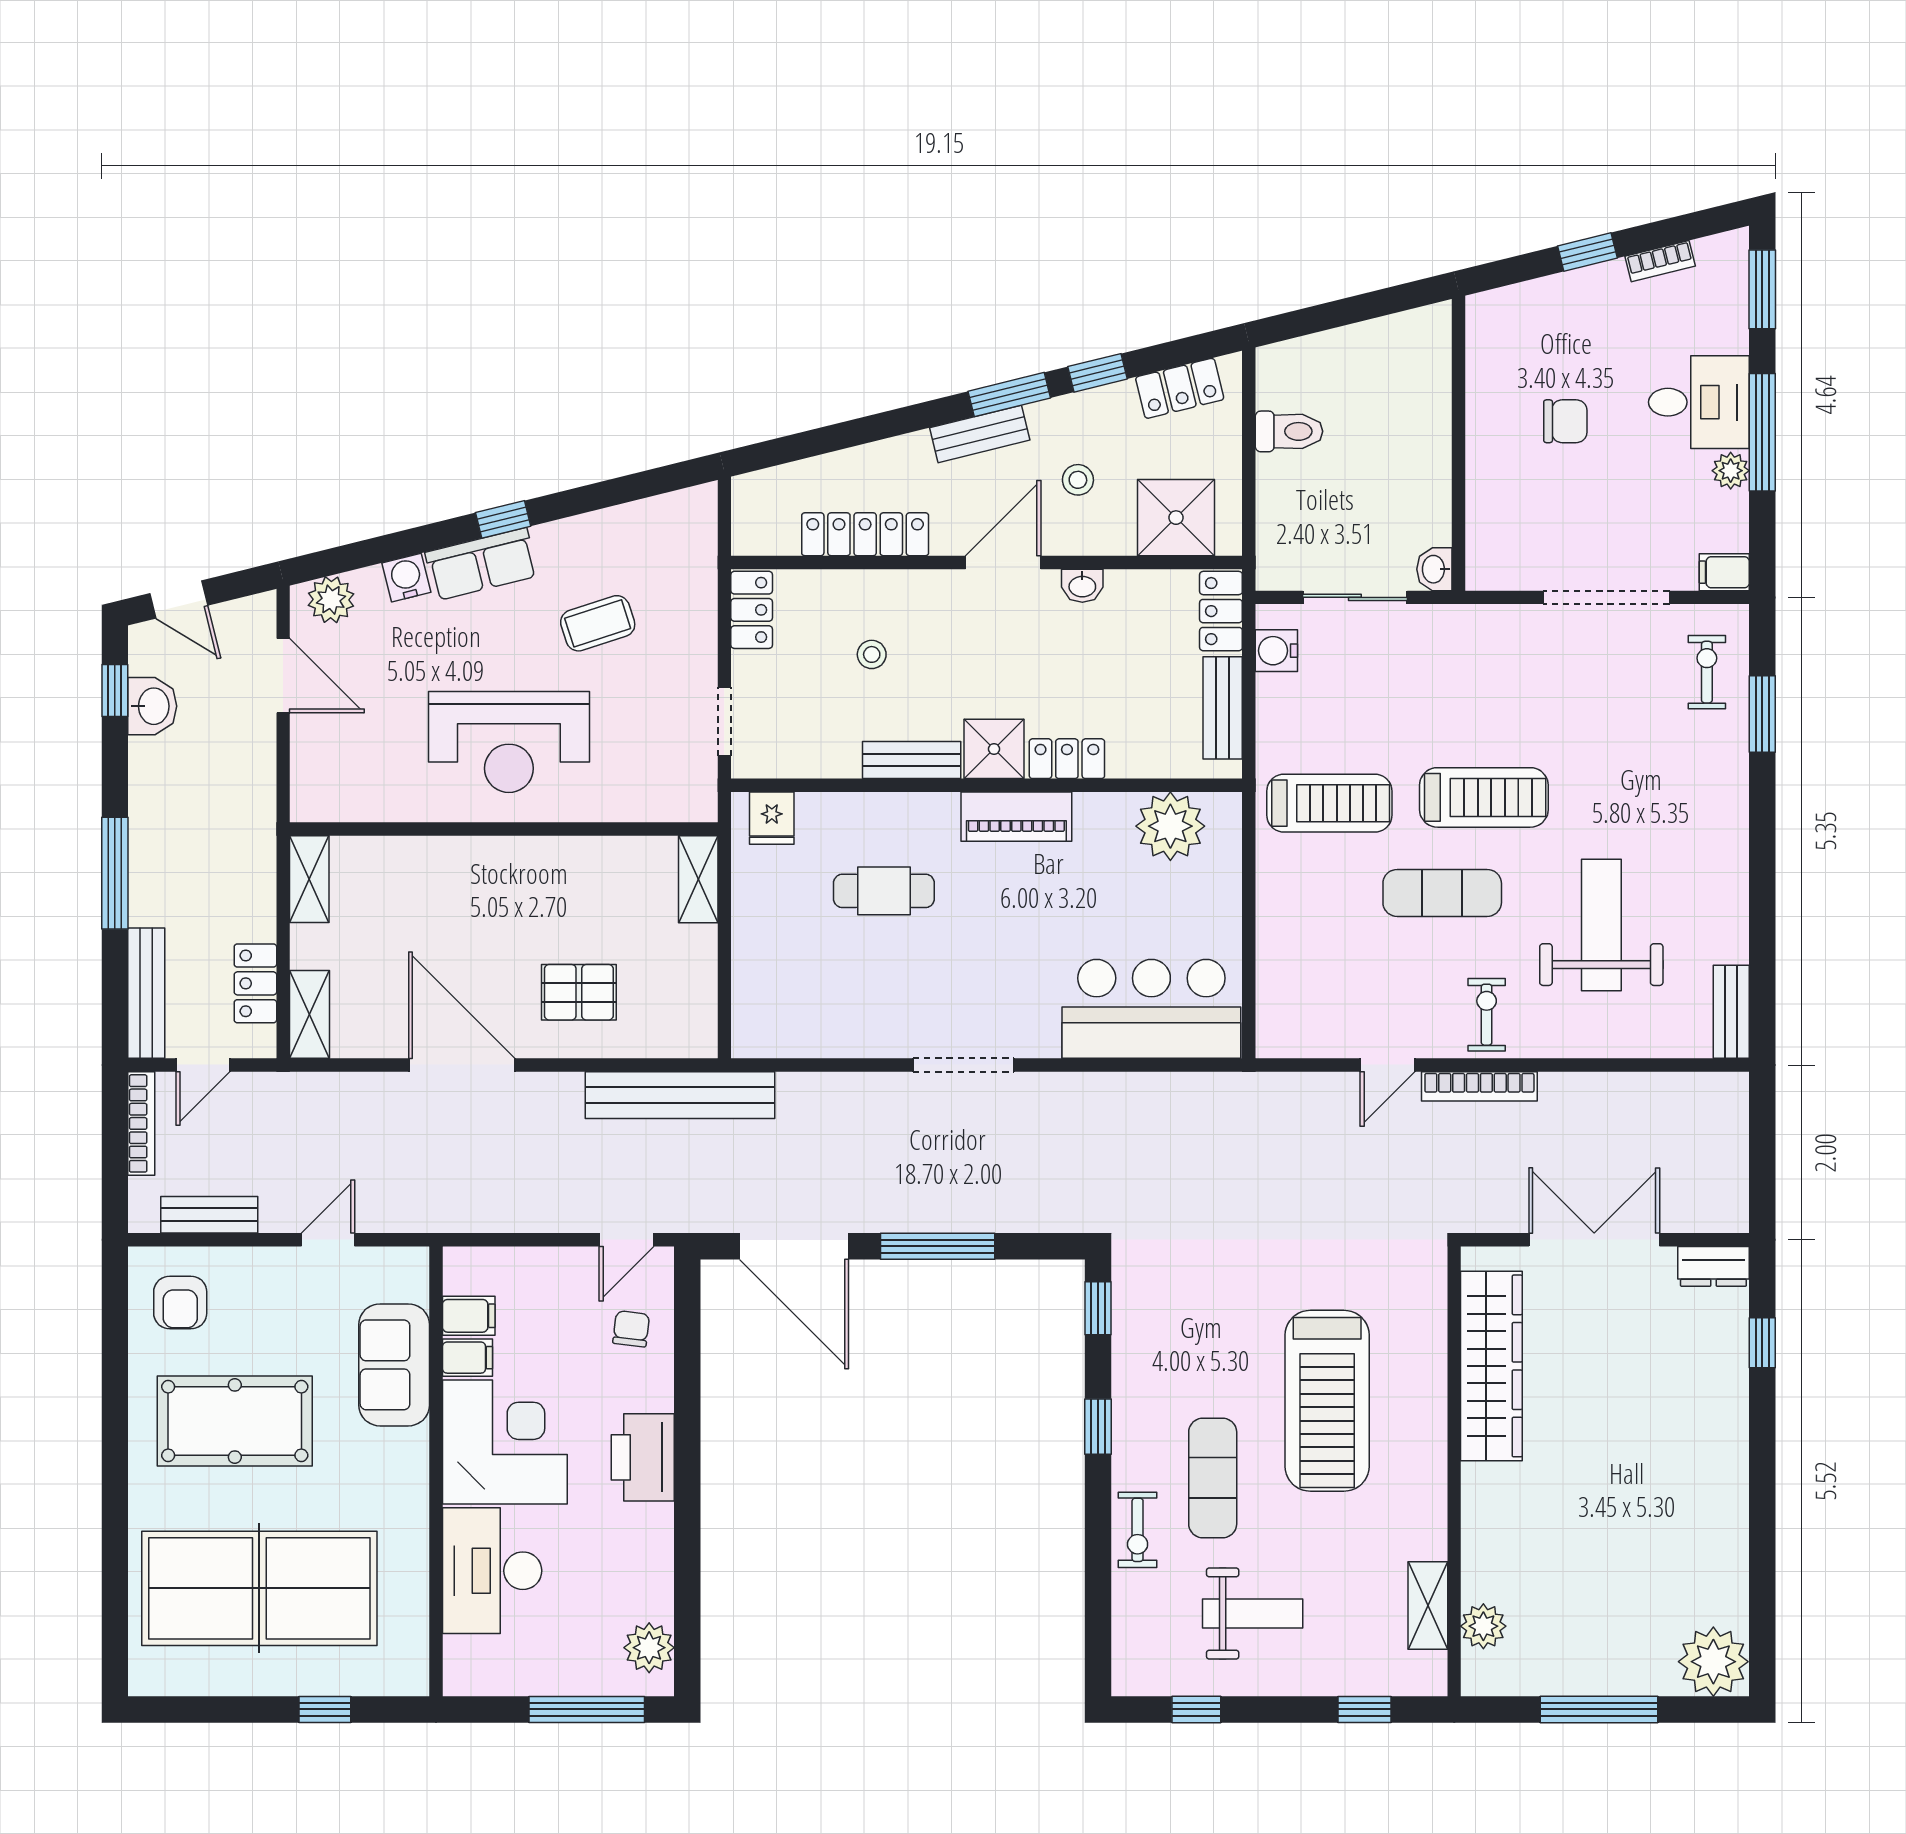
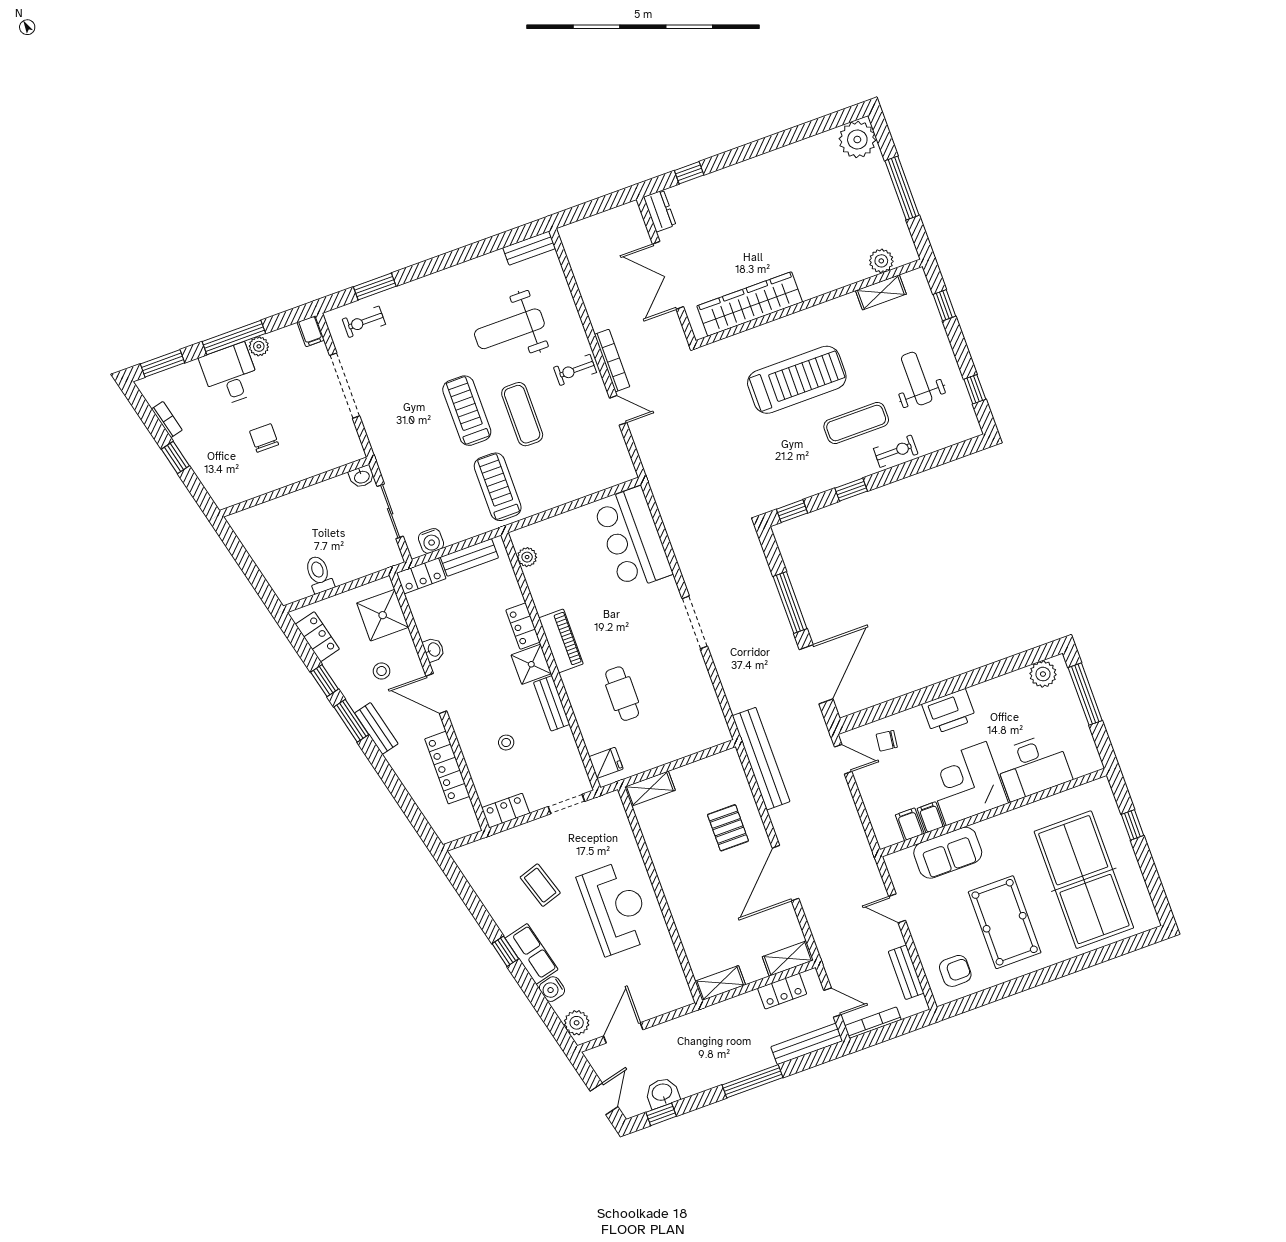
plant: (1170, 826) -> (527, 557), width x0.53, depth x0.53

